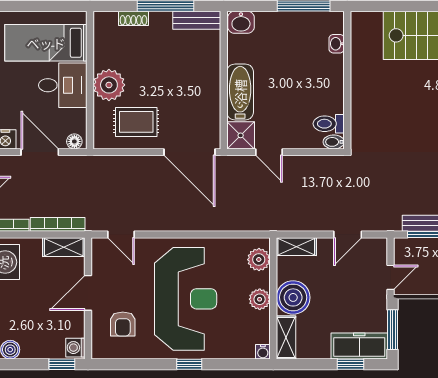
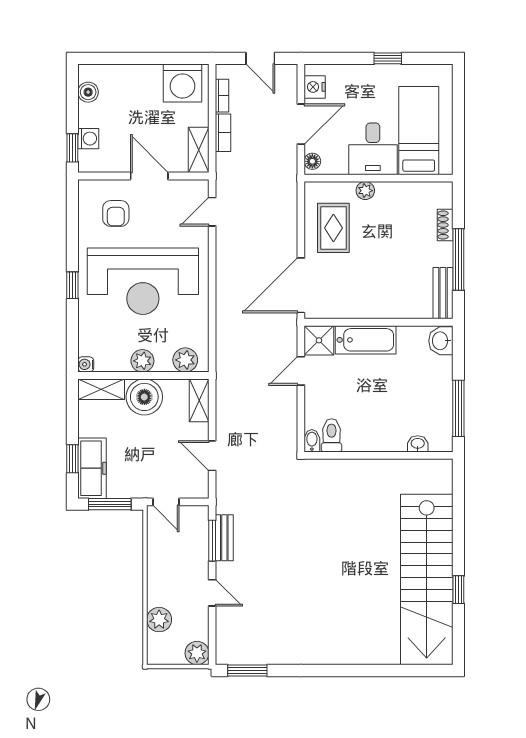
plant: (109, 85) -> (365, 191), width x0.53, depth x0.53
bookcase: (58, 224) -> (223, 133), width x0.64
armchair: (123, 324) -> (116, 213), turned -90
washing machine: (75, 348) -> (88, 139), moved, turned 90

